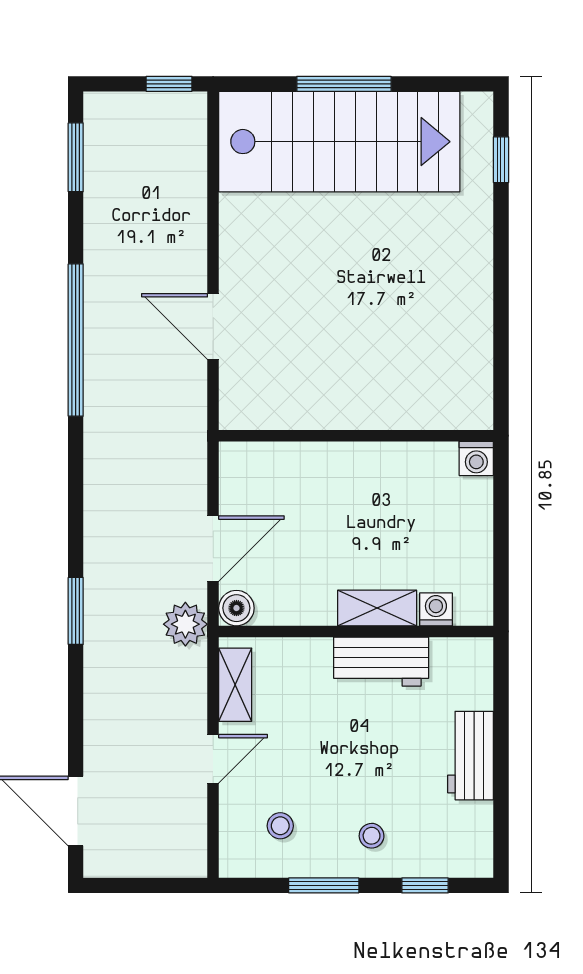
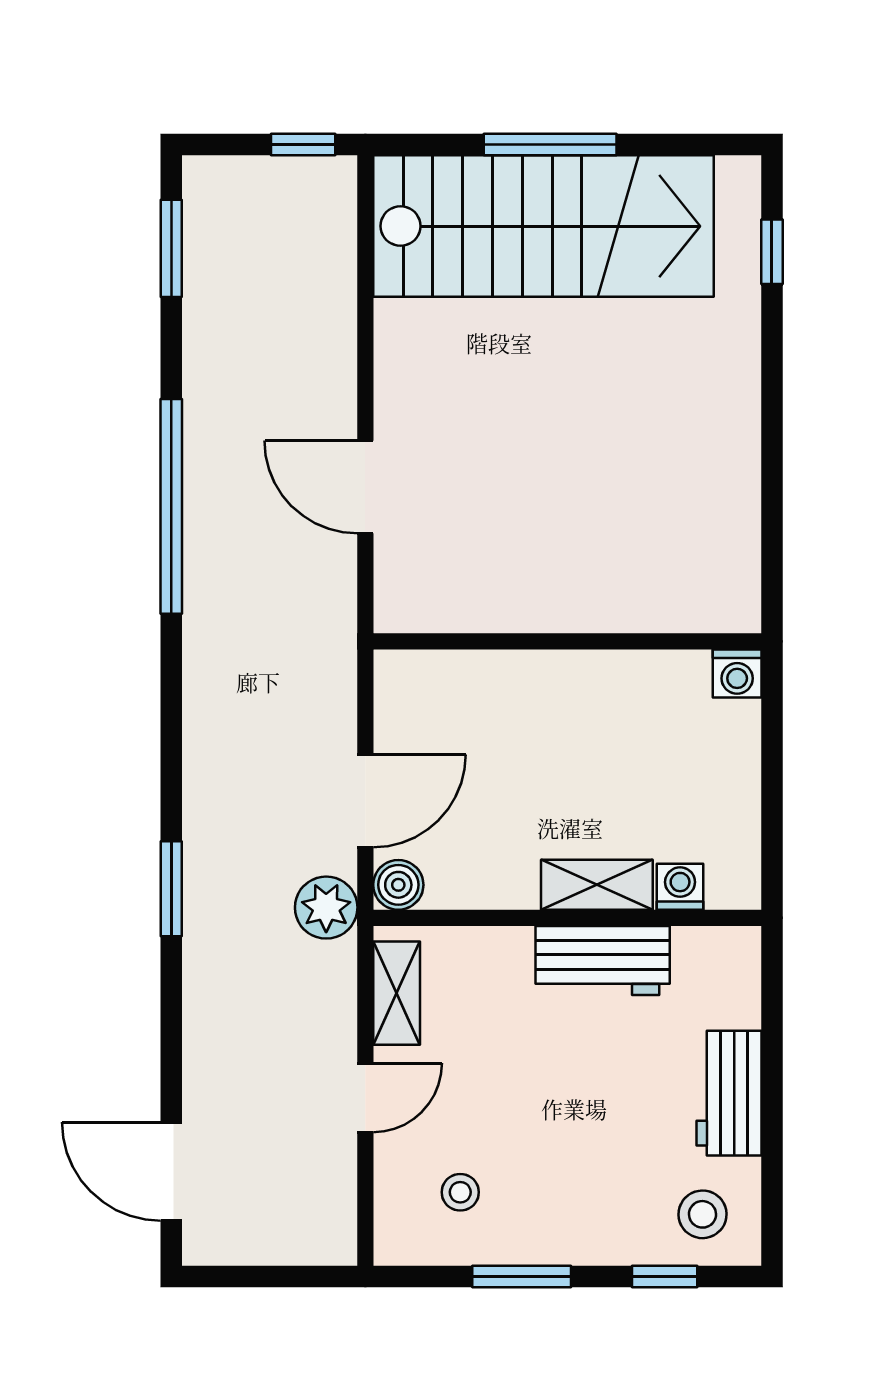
stool: (372, 836) -> (703, 1214), moved, width x1.37, depth x1.37

